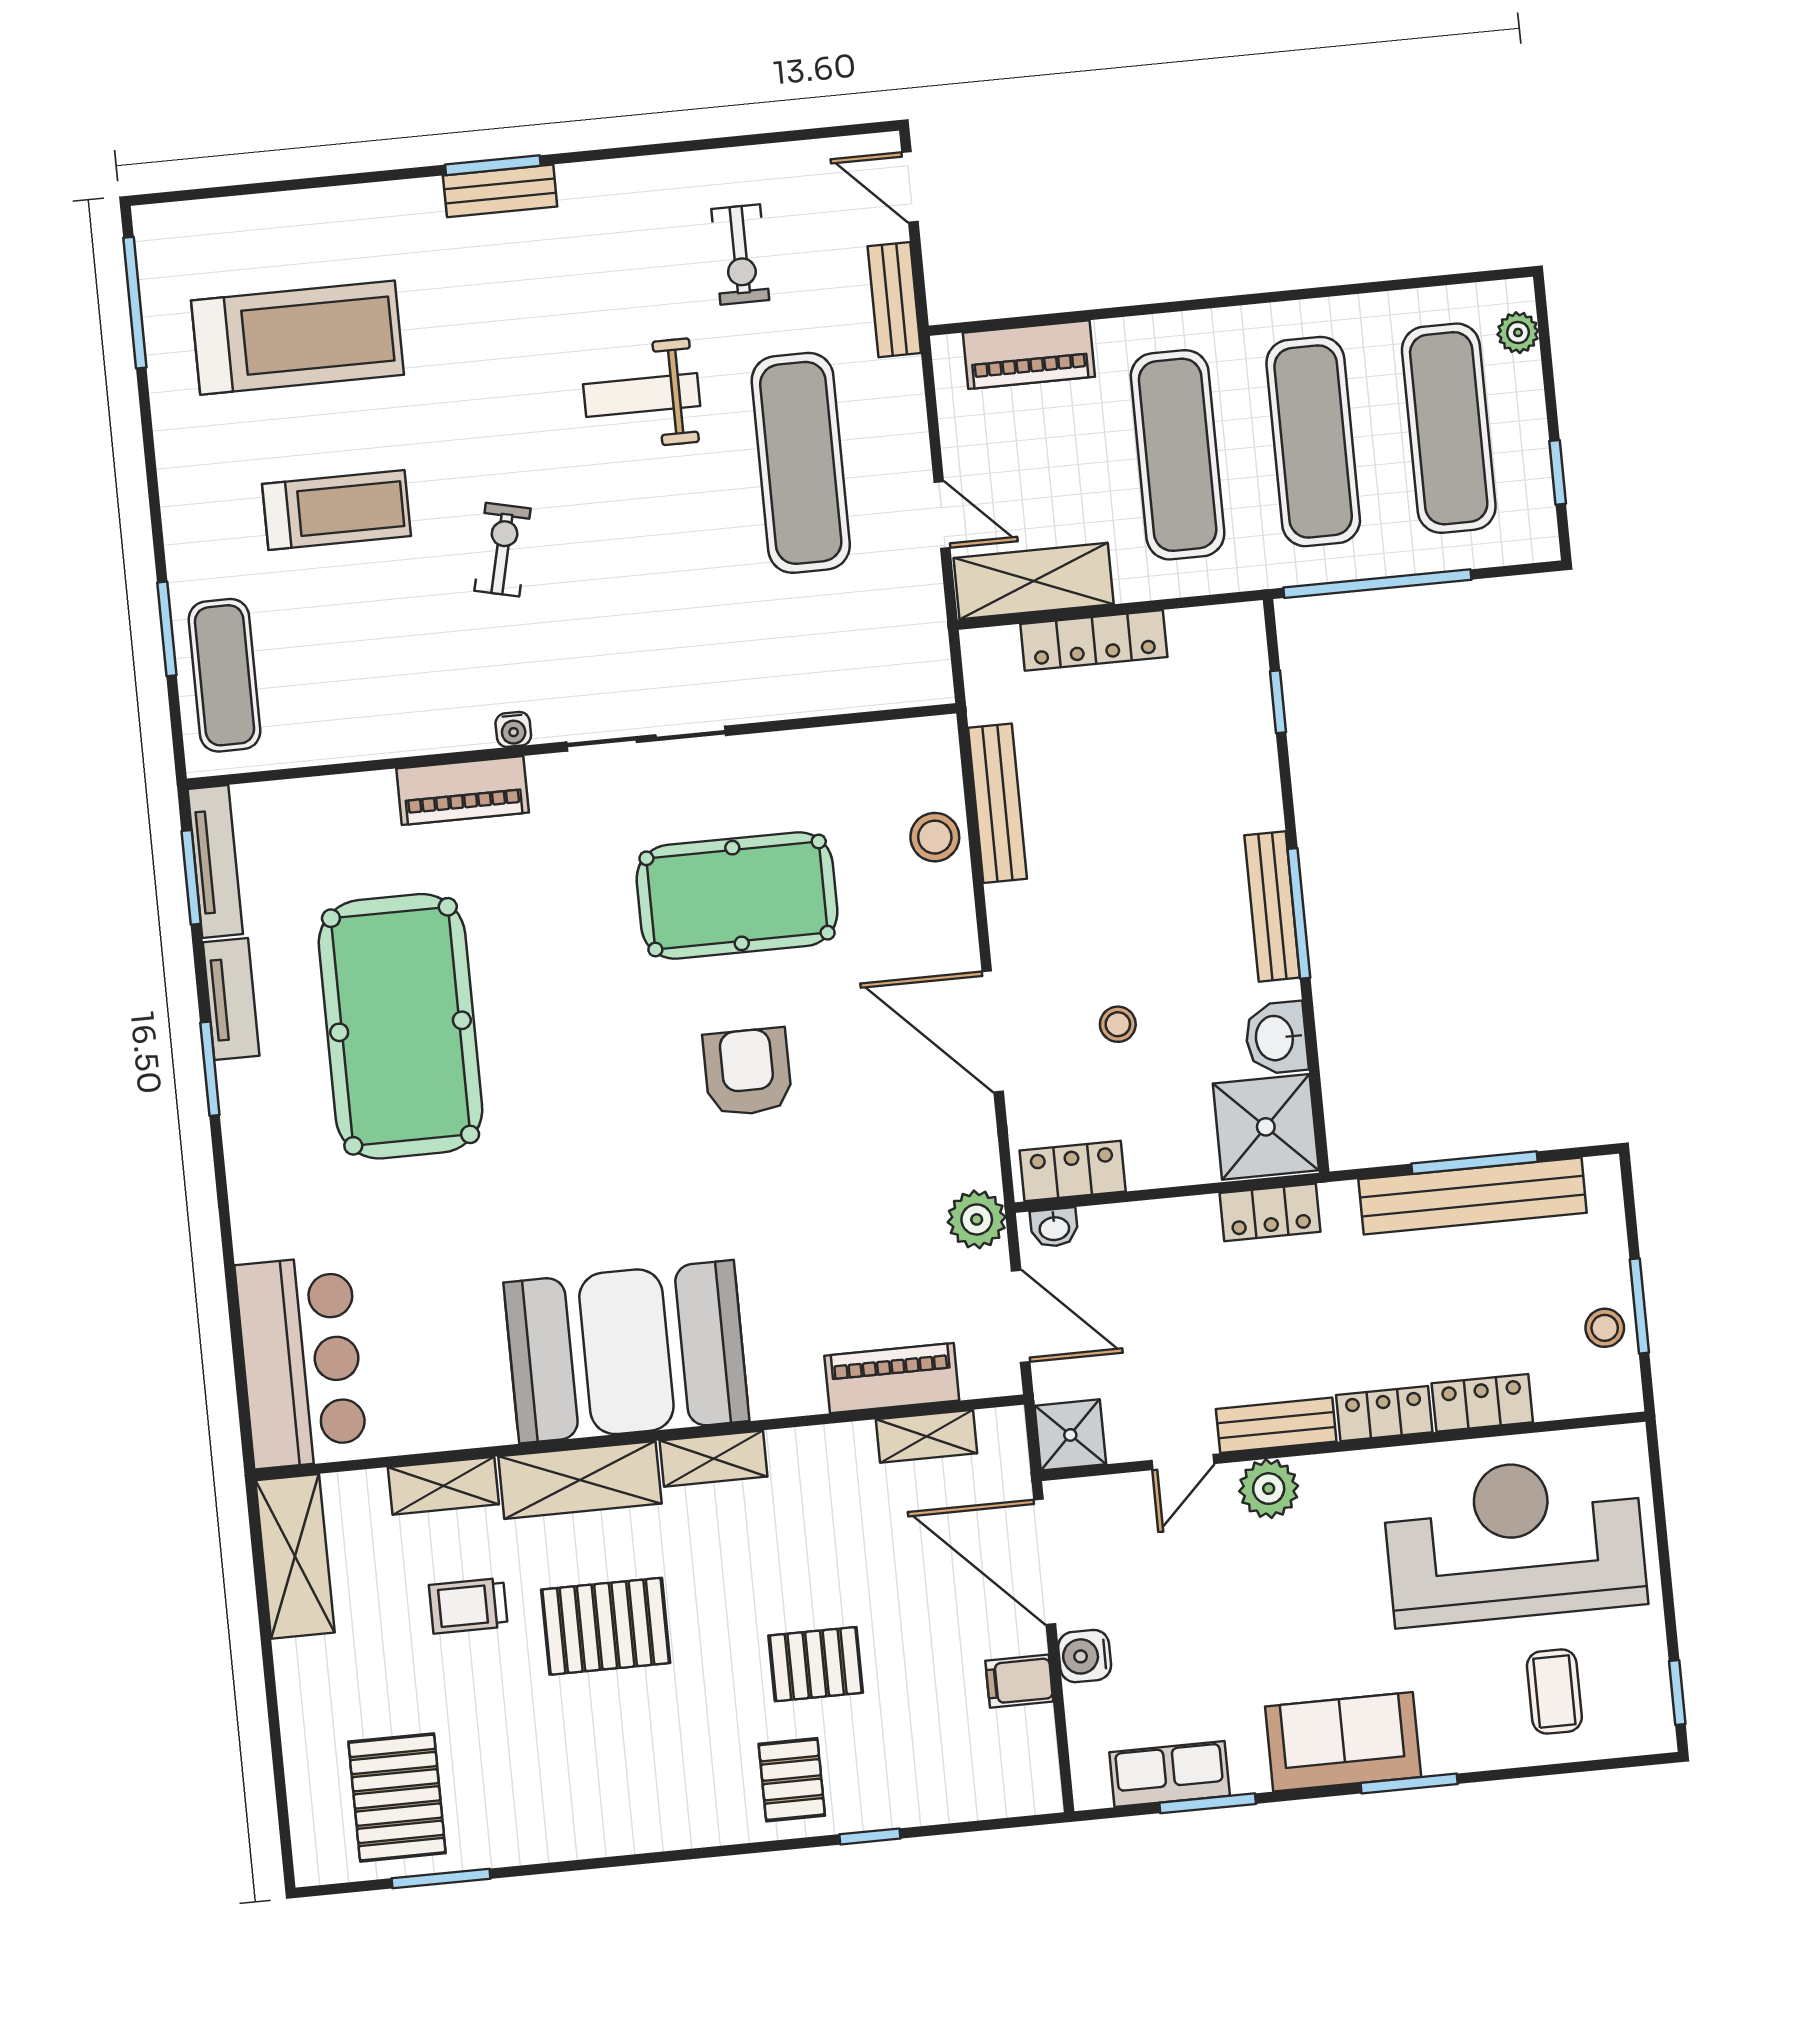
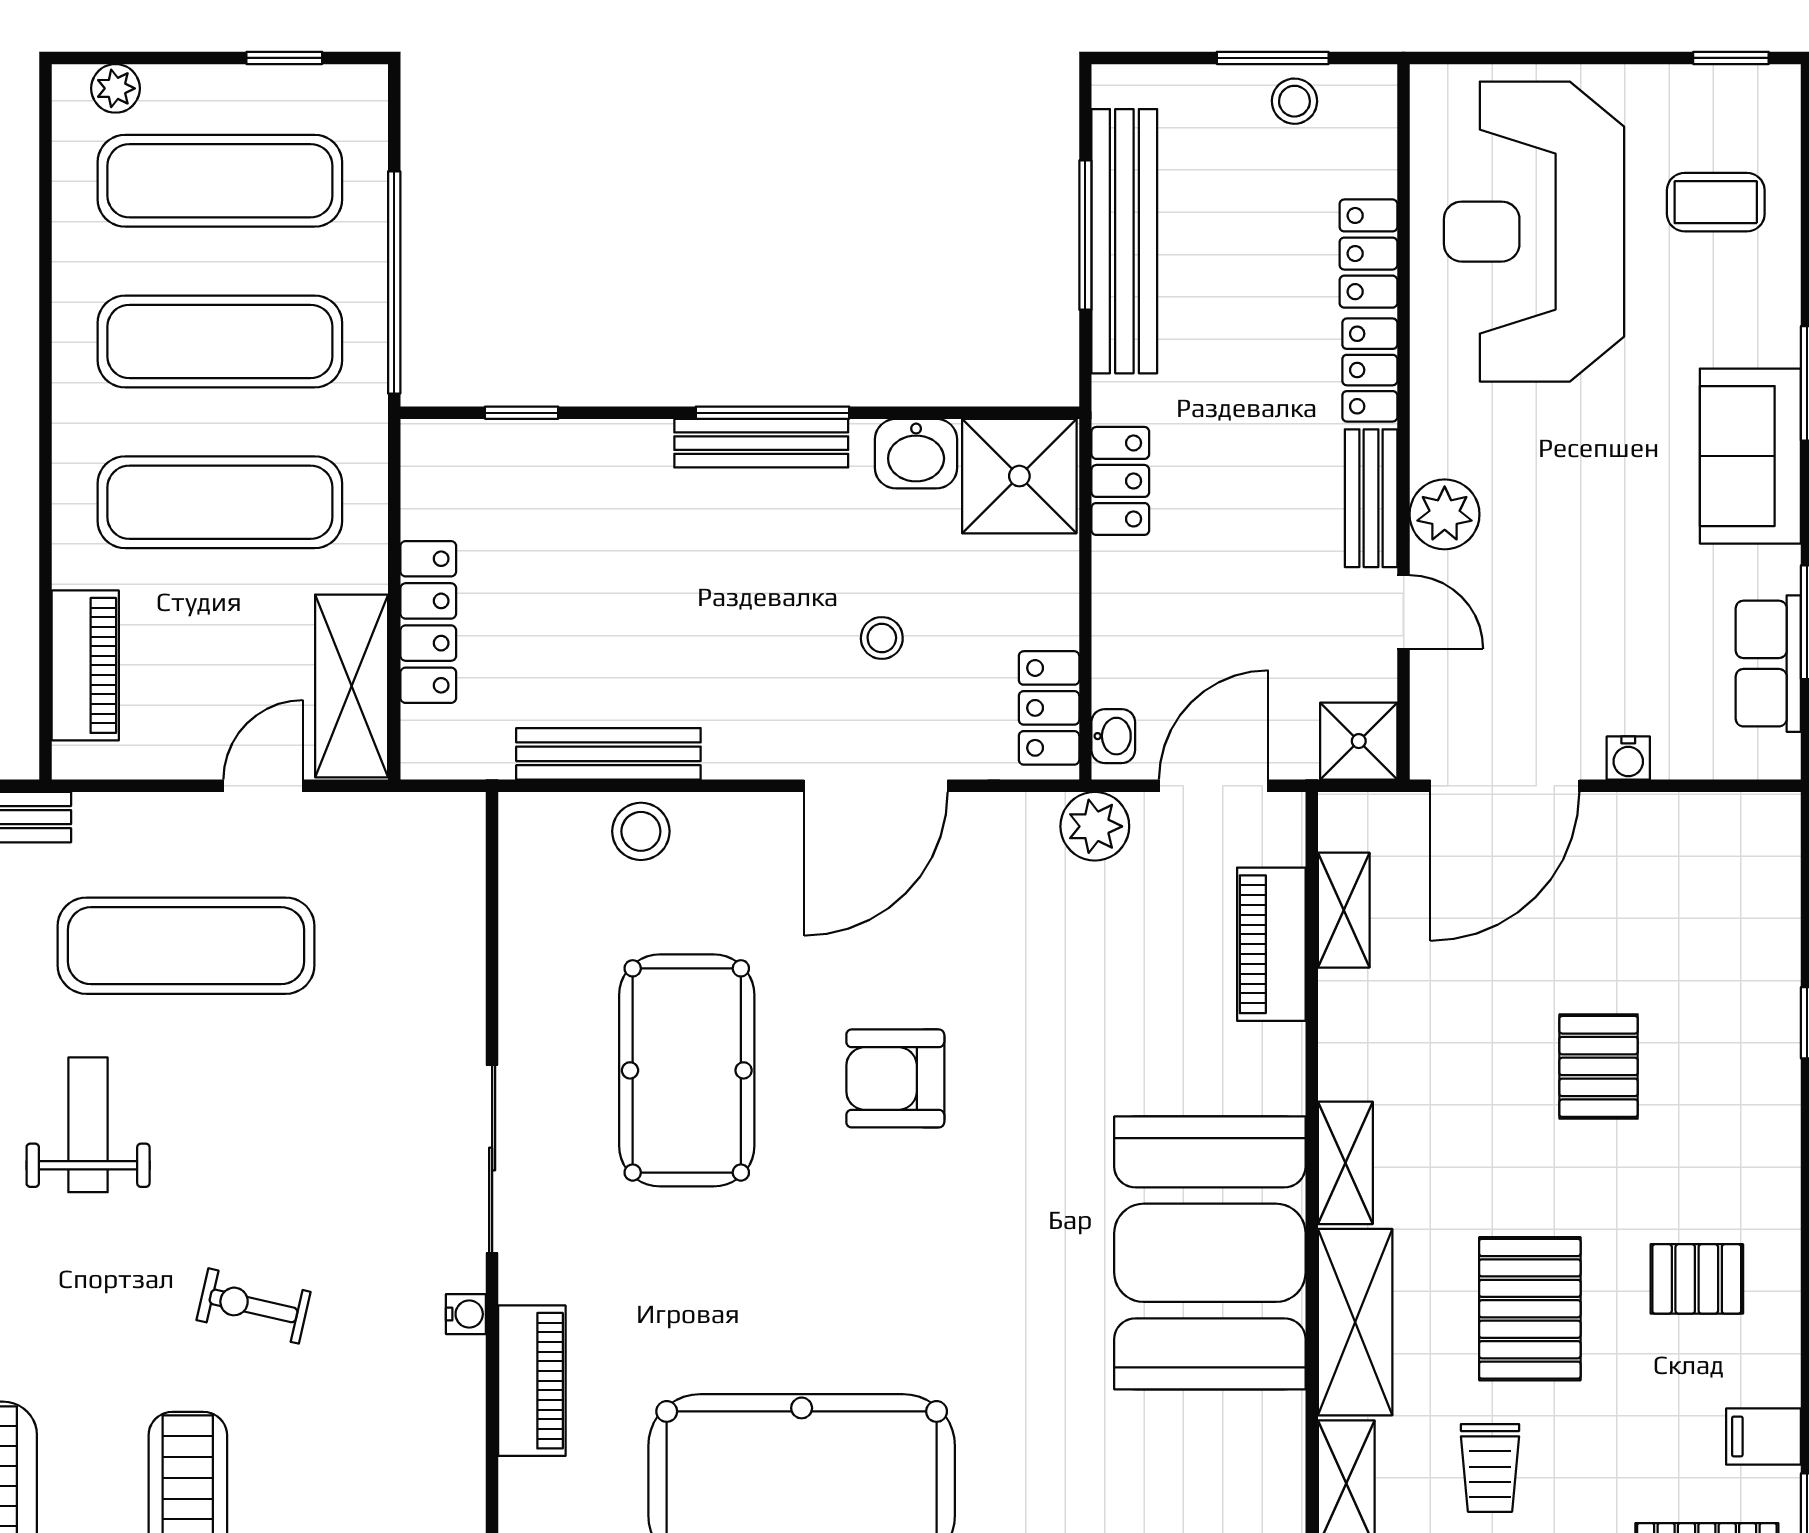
weight bench: (642, 395) -> (88, 1125), turned 180
water cooler: (1085, 1656) -> (1628, 758), width x0.72, depth x0.72
filing cabinet: (1019, 1681) -> (1764, 1436), moved, turned 90
pallet: (792, 1780) -> (1697, 1279), moved

